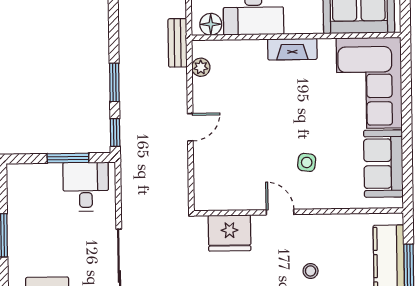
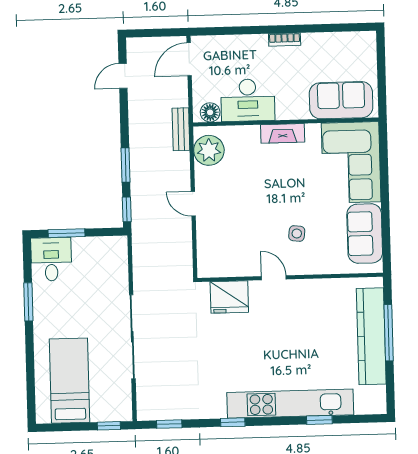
plant: (201, 67) -> (209, 150), width x1.88, depth x1.88
door: (190, 127) -> (193, 204), swing flipped
window: (68, 158) -> (67, 233), moved
desk: (86, 187) -> (51, 259), moved
stool: (311, 271) -> (301, 330), removed

